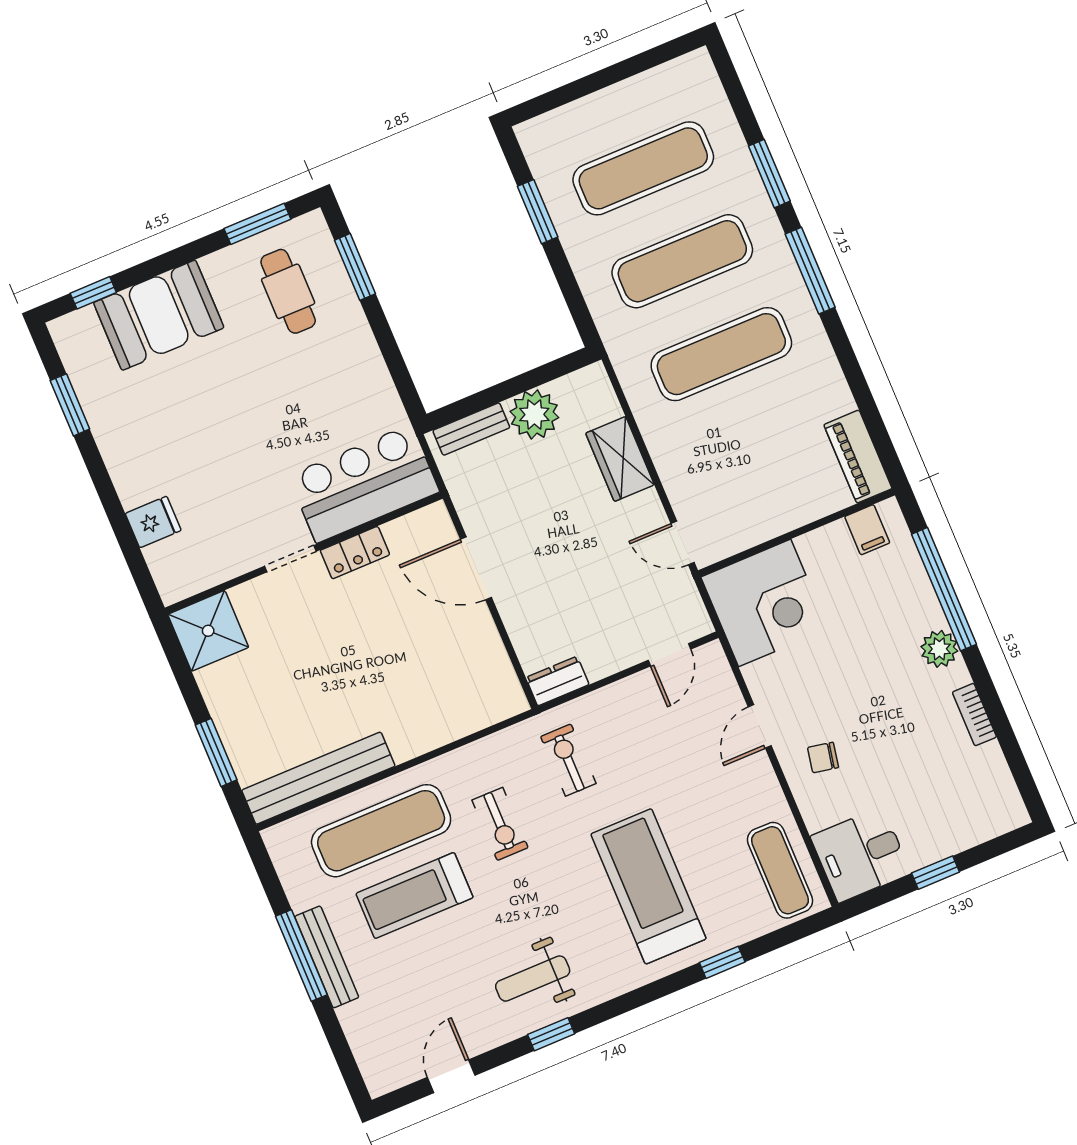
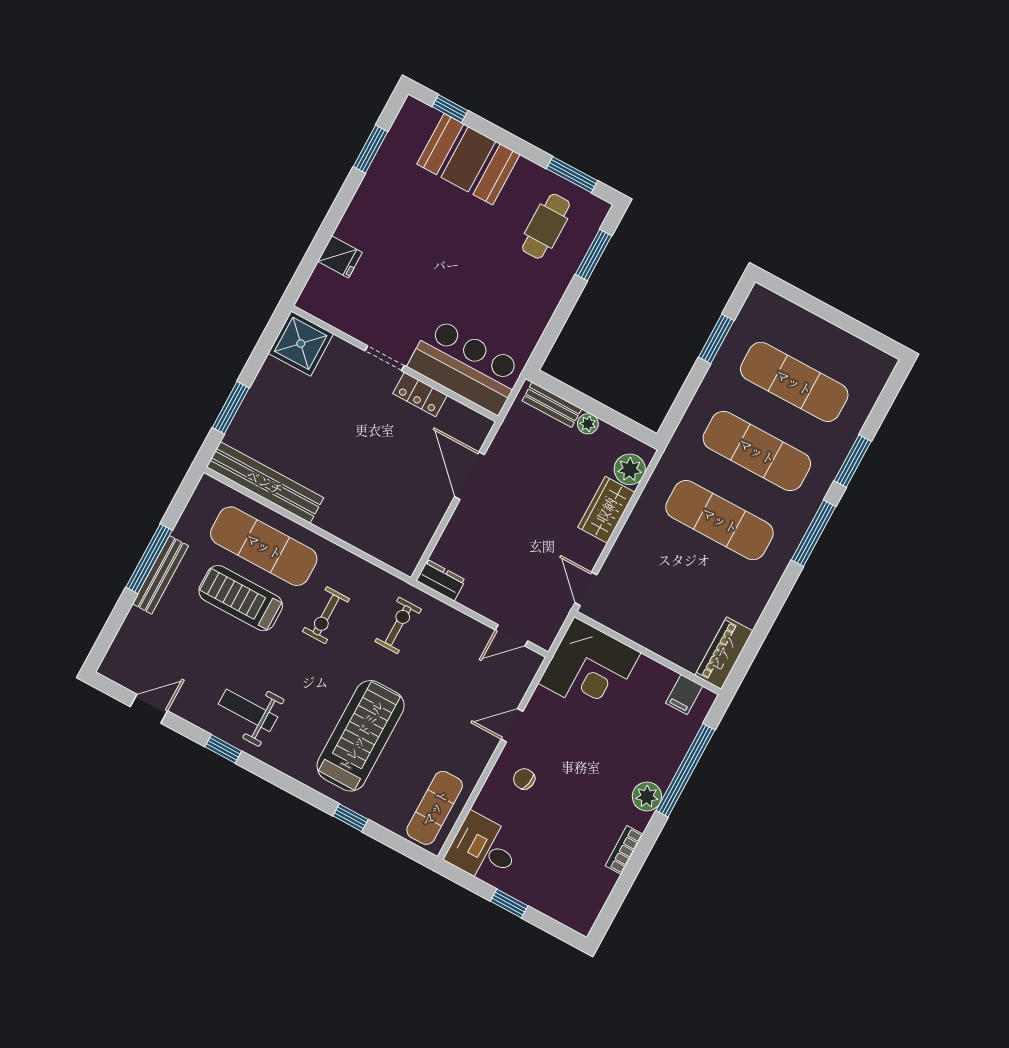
plant: (598, 403) -> (630, 469), added
plant: (534, 414) -> (588, 424), width x0.53, depth x0.53

